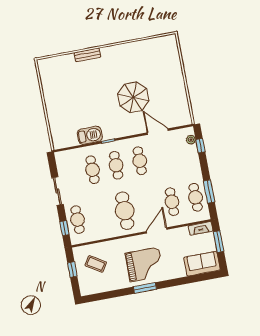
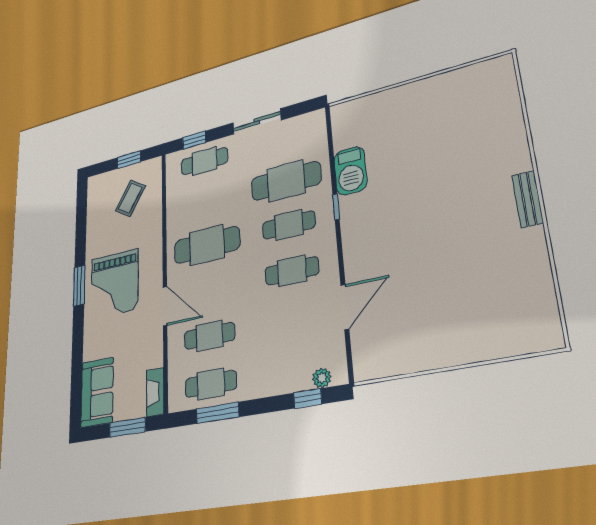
bench: (87, 55) -> (528, 199), moved
parasol: (133, 97) -> (420, 254), removed
cafe table: (93, 170) -> (286, 181), width x1.37, depth x1.35

